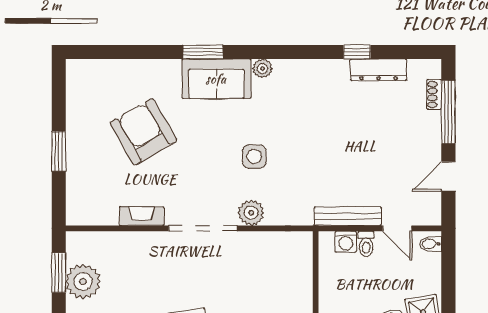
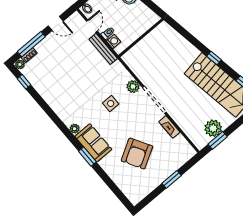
window: (357, 52) -> (24, 82), moved
plant: (432, 68) -> (20, 64), added
dresser: (379, 70) -> (38, 84), removed

